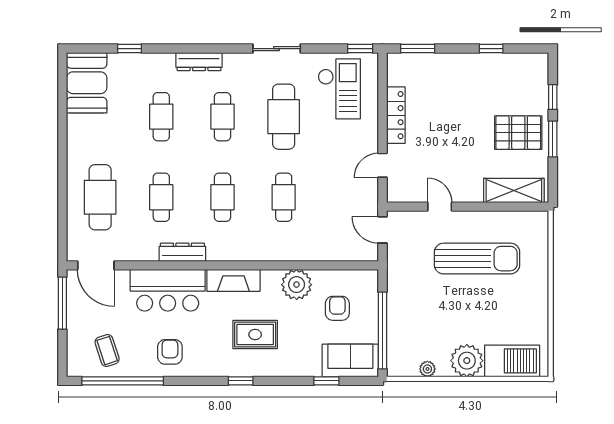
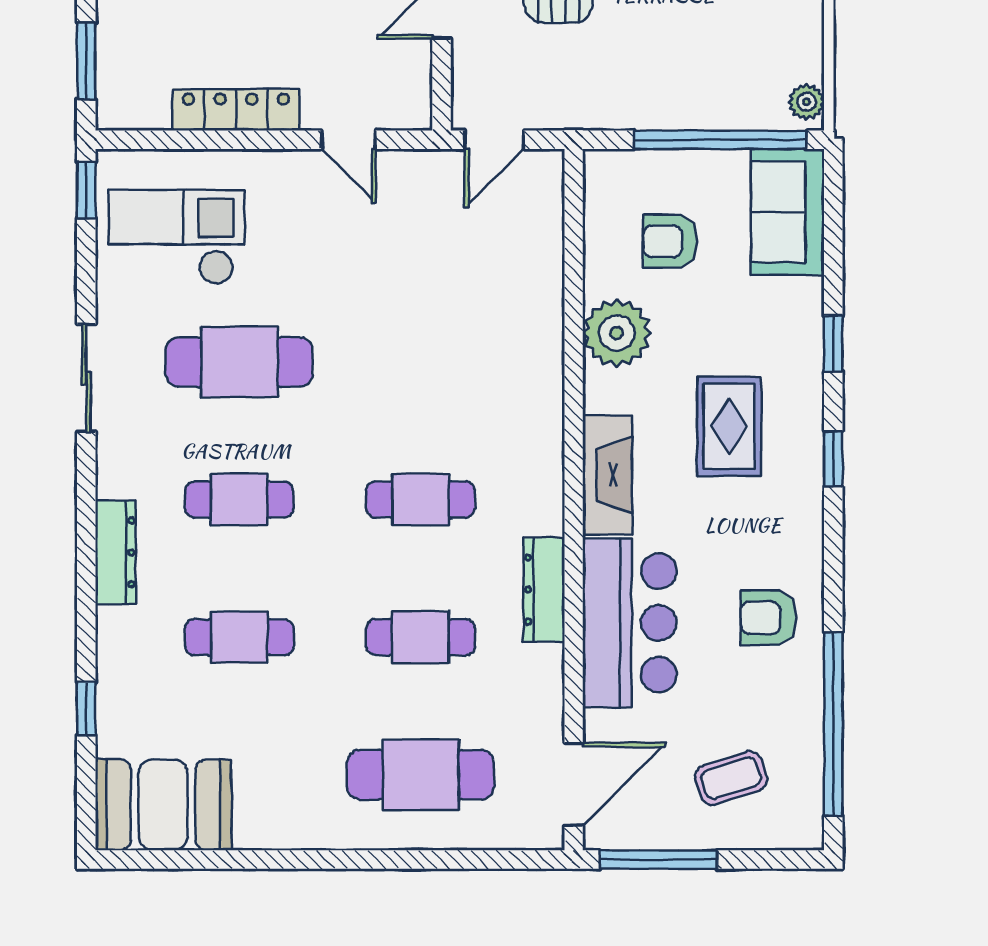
cafe table: (284, 197) -> (421, 362), removed
coffee table: (107, 351) -> (731, 778), moved
plant: (427, 369) -> (807, 102), moved
window: (326, 381) -> (833, 344), moved

